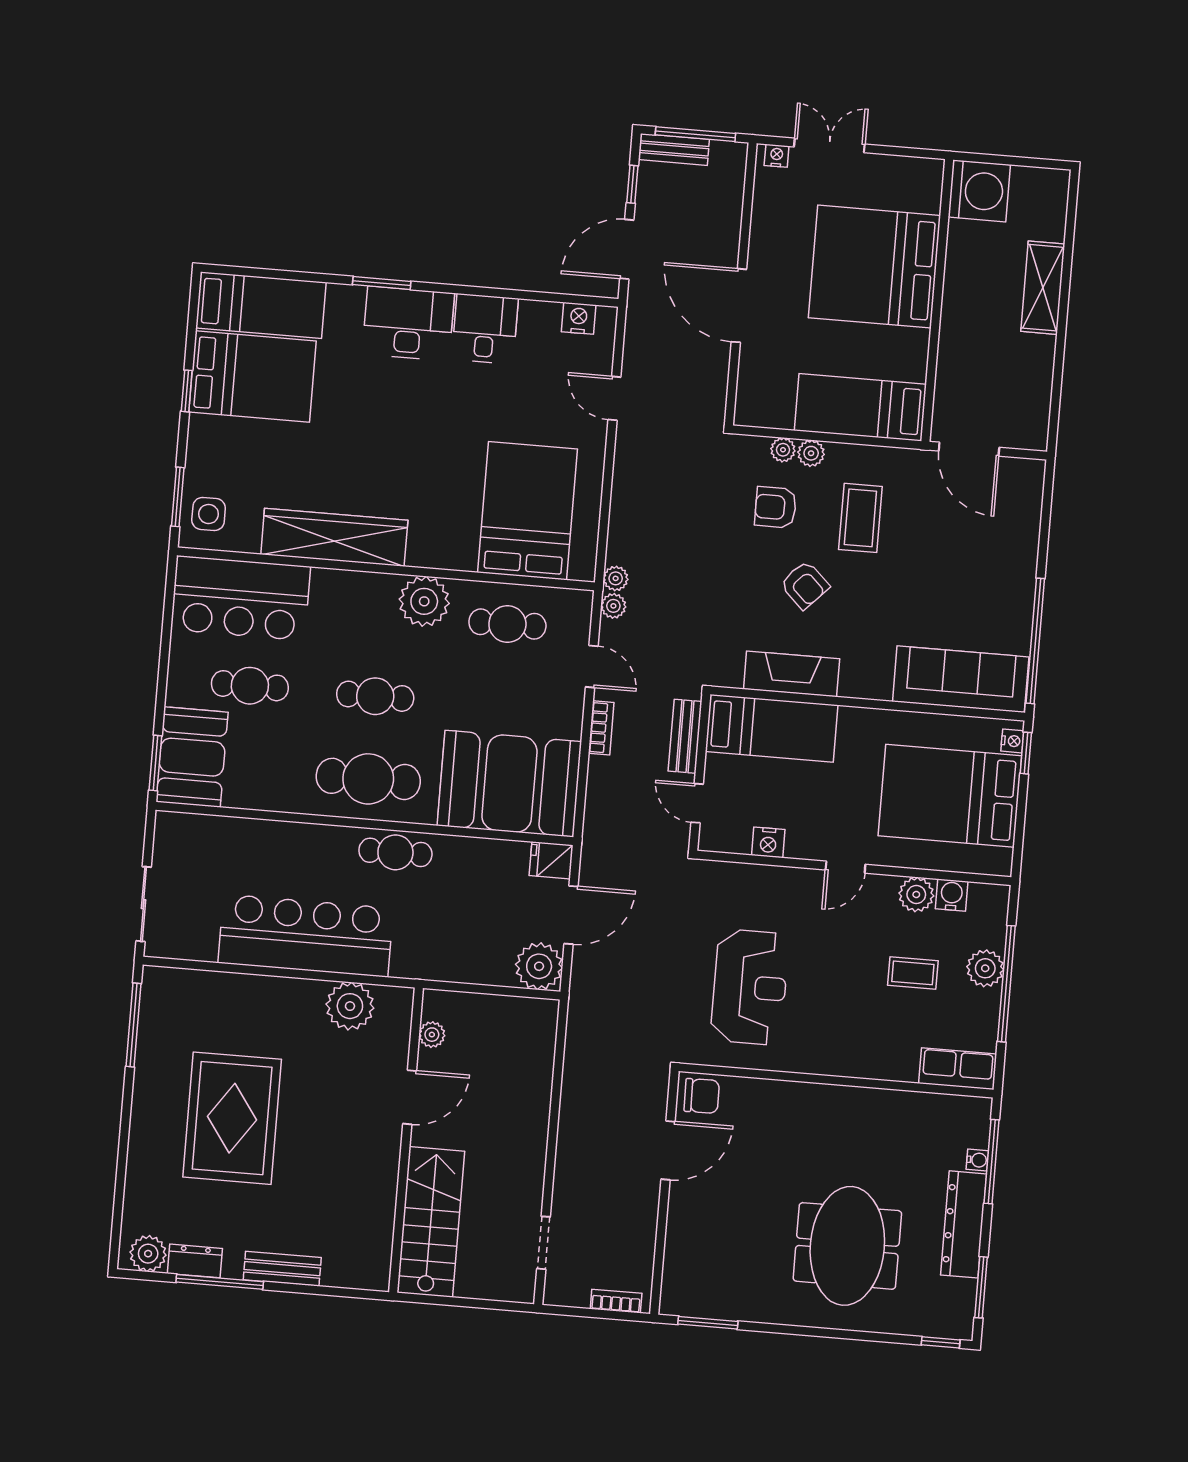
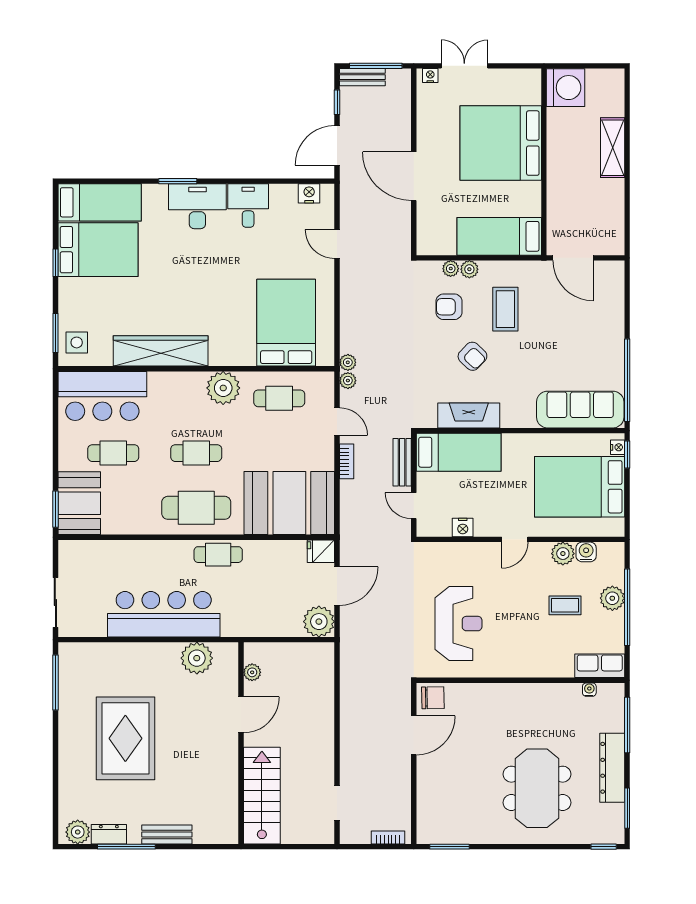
water cooler: (977, 1160) -> (589, 690), moved, turned -90

